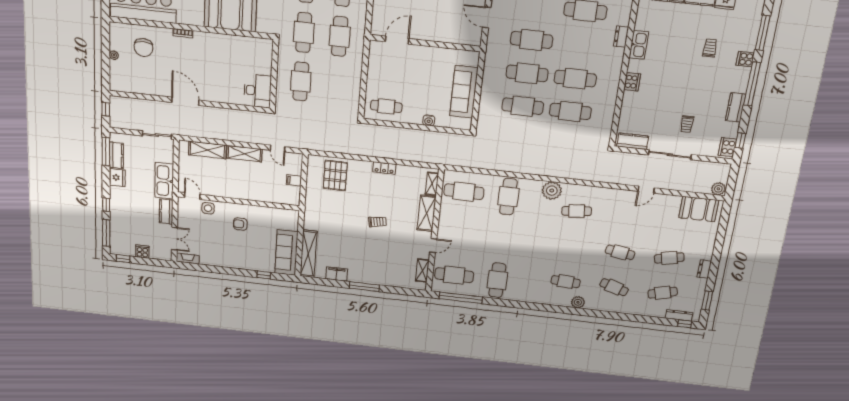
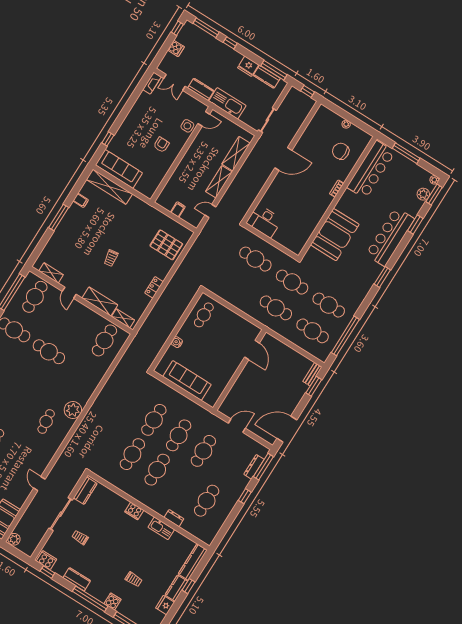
cafe table: (508, 197) -> (49, 352), moved
filing cabinet: (337, 274) -> (81, 200), width x0.50

